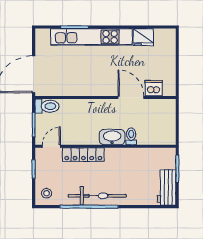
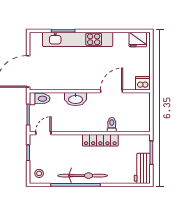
fridge: (143, 37) -> (138, 40), moved
dishwasher: (154, 88) -> (143, 83), moved
door: (131, 97) -> (112, 91), hinge flipped
washbasin: (112, 137) -> (76, 99), moved, turned 180
locker: (83, 155) -> (100, 140), moved

